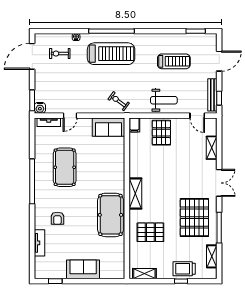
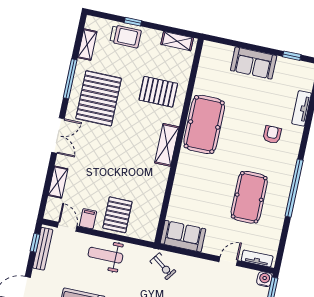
filing cabinet: (134, 125) -> (88, 219), moved
double door: (219, 183) -> (58, 136), swing flipped

